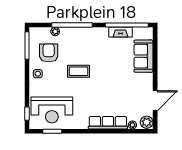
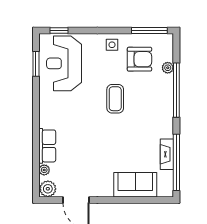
row of seats: (108, 123) -> (47, 146), width x0.68

